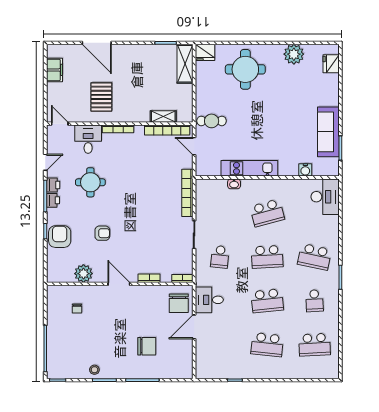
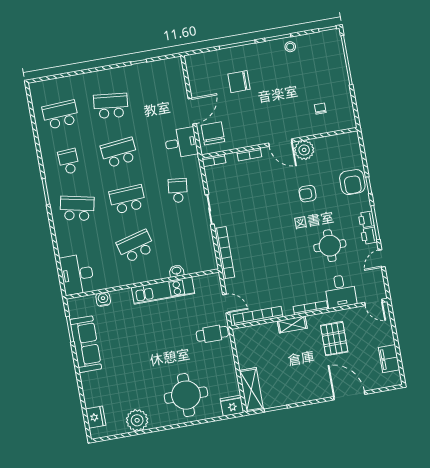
shelving: (163, 117) -> (292, 325), moved
plant: (83, 274) -> (304, 150), moved

